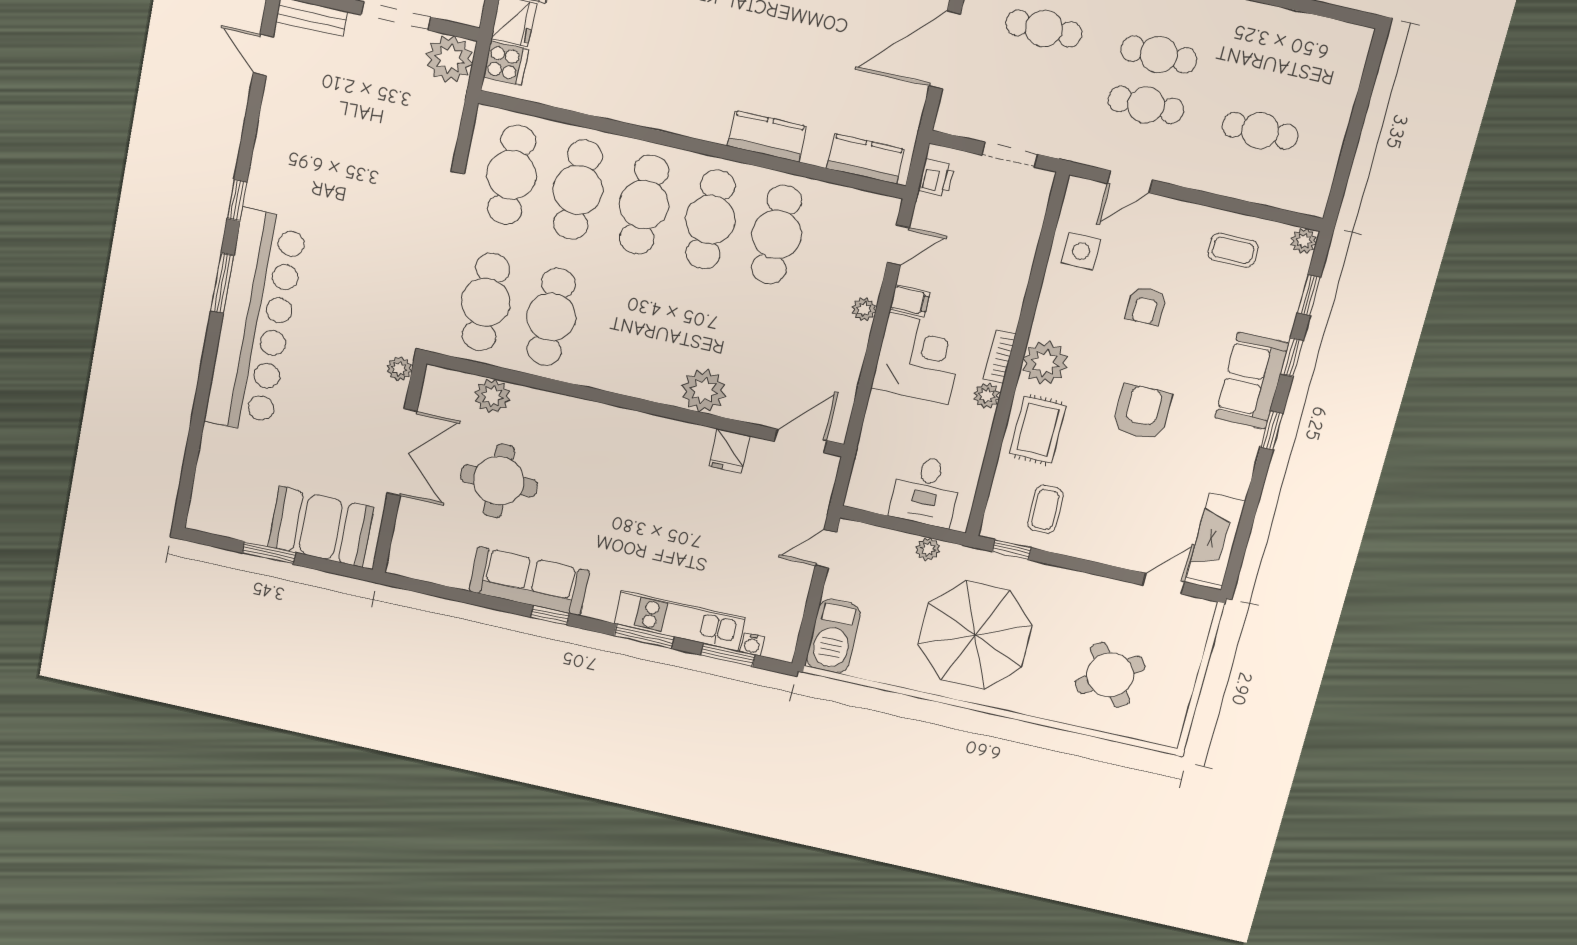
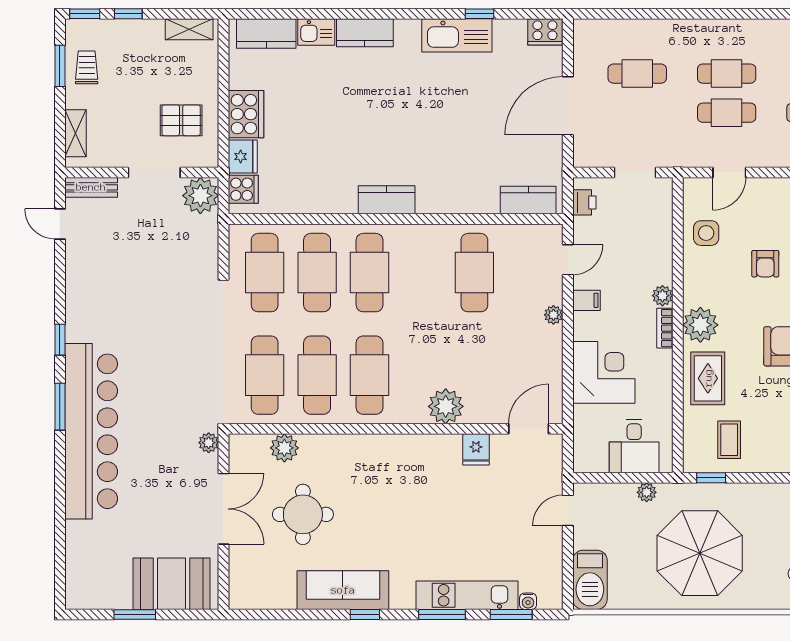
kitchen counter: (767, 136) -> (387, 200), moved
cafe table: (710, 220) -> (370, 375), moved
corner desk: (919, 359) -> (604, 372), moved
plant: (987, 396) -> (662, 296), moved

